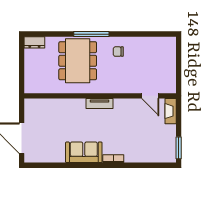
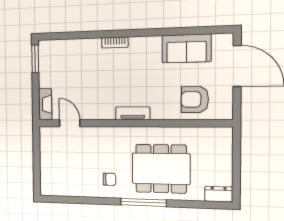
dining table: (78, 61) -> (161, 169), turned 90
armchair: (52, 114) -> (195, 99), added
sofa: (84, 152) -> (186, 48), moved

